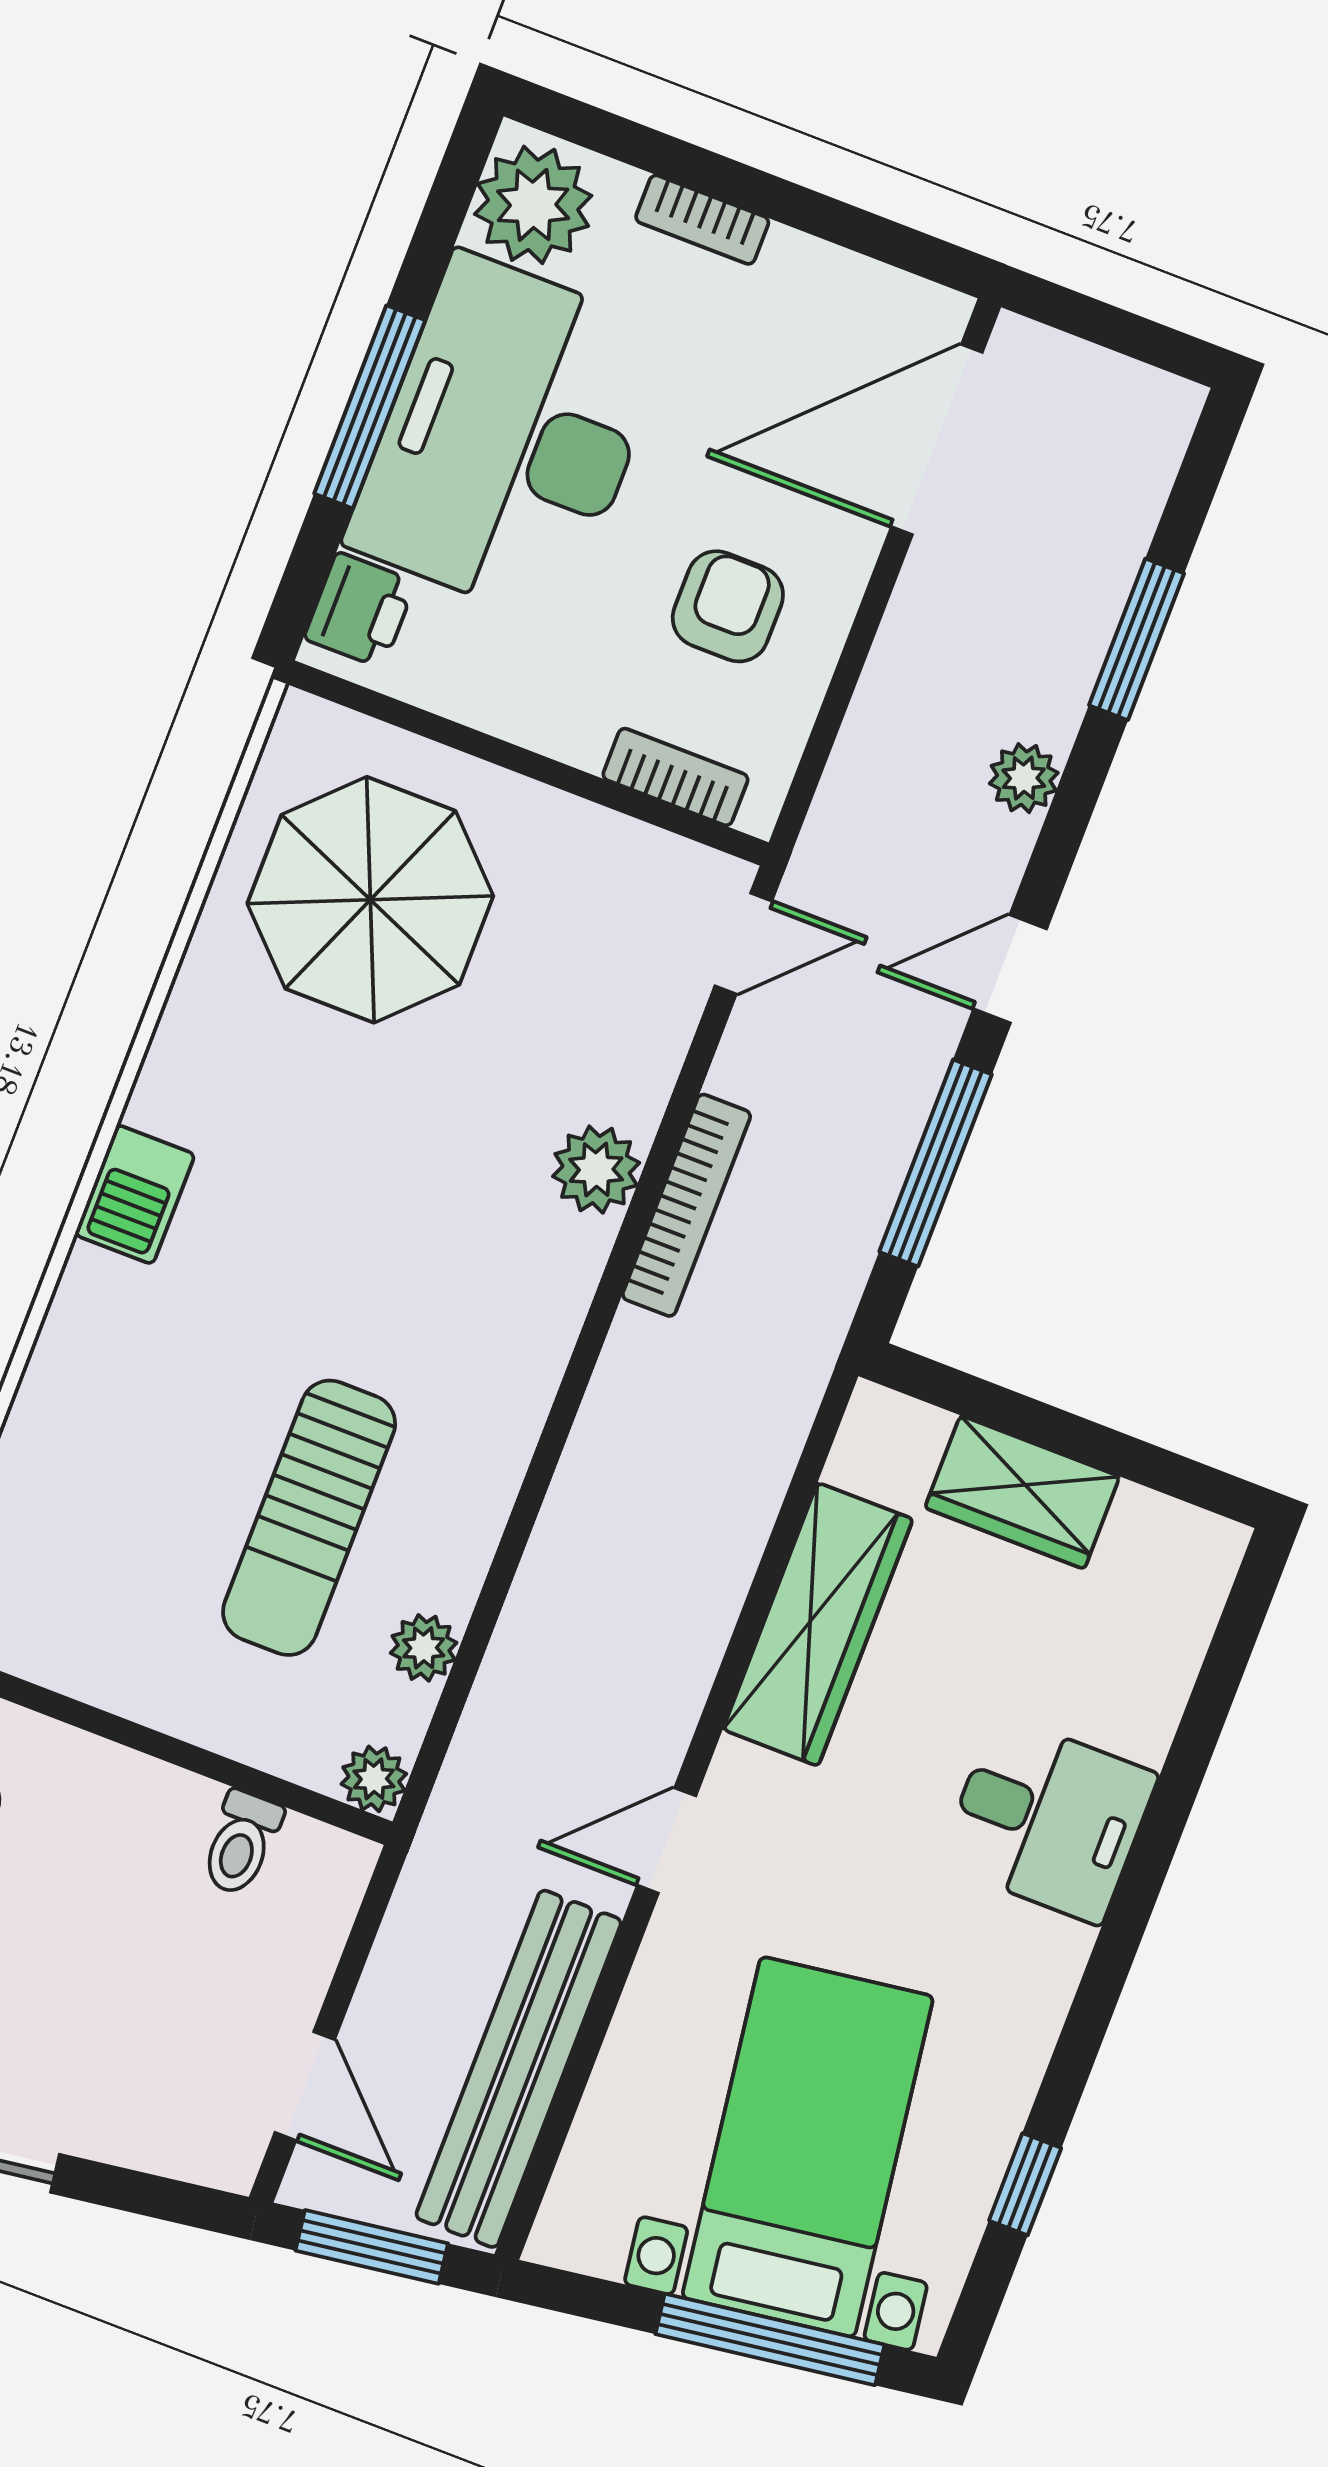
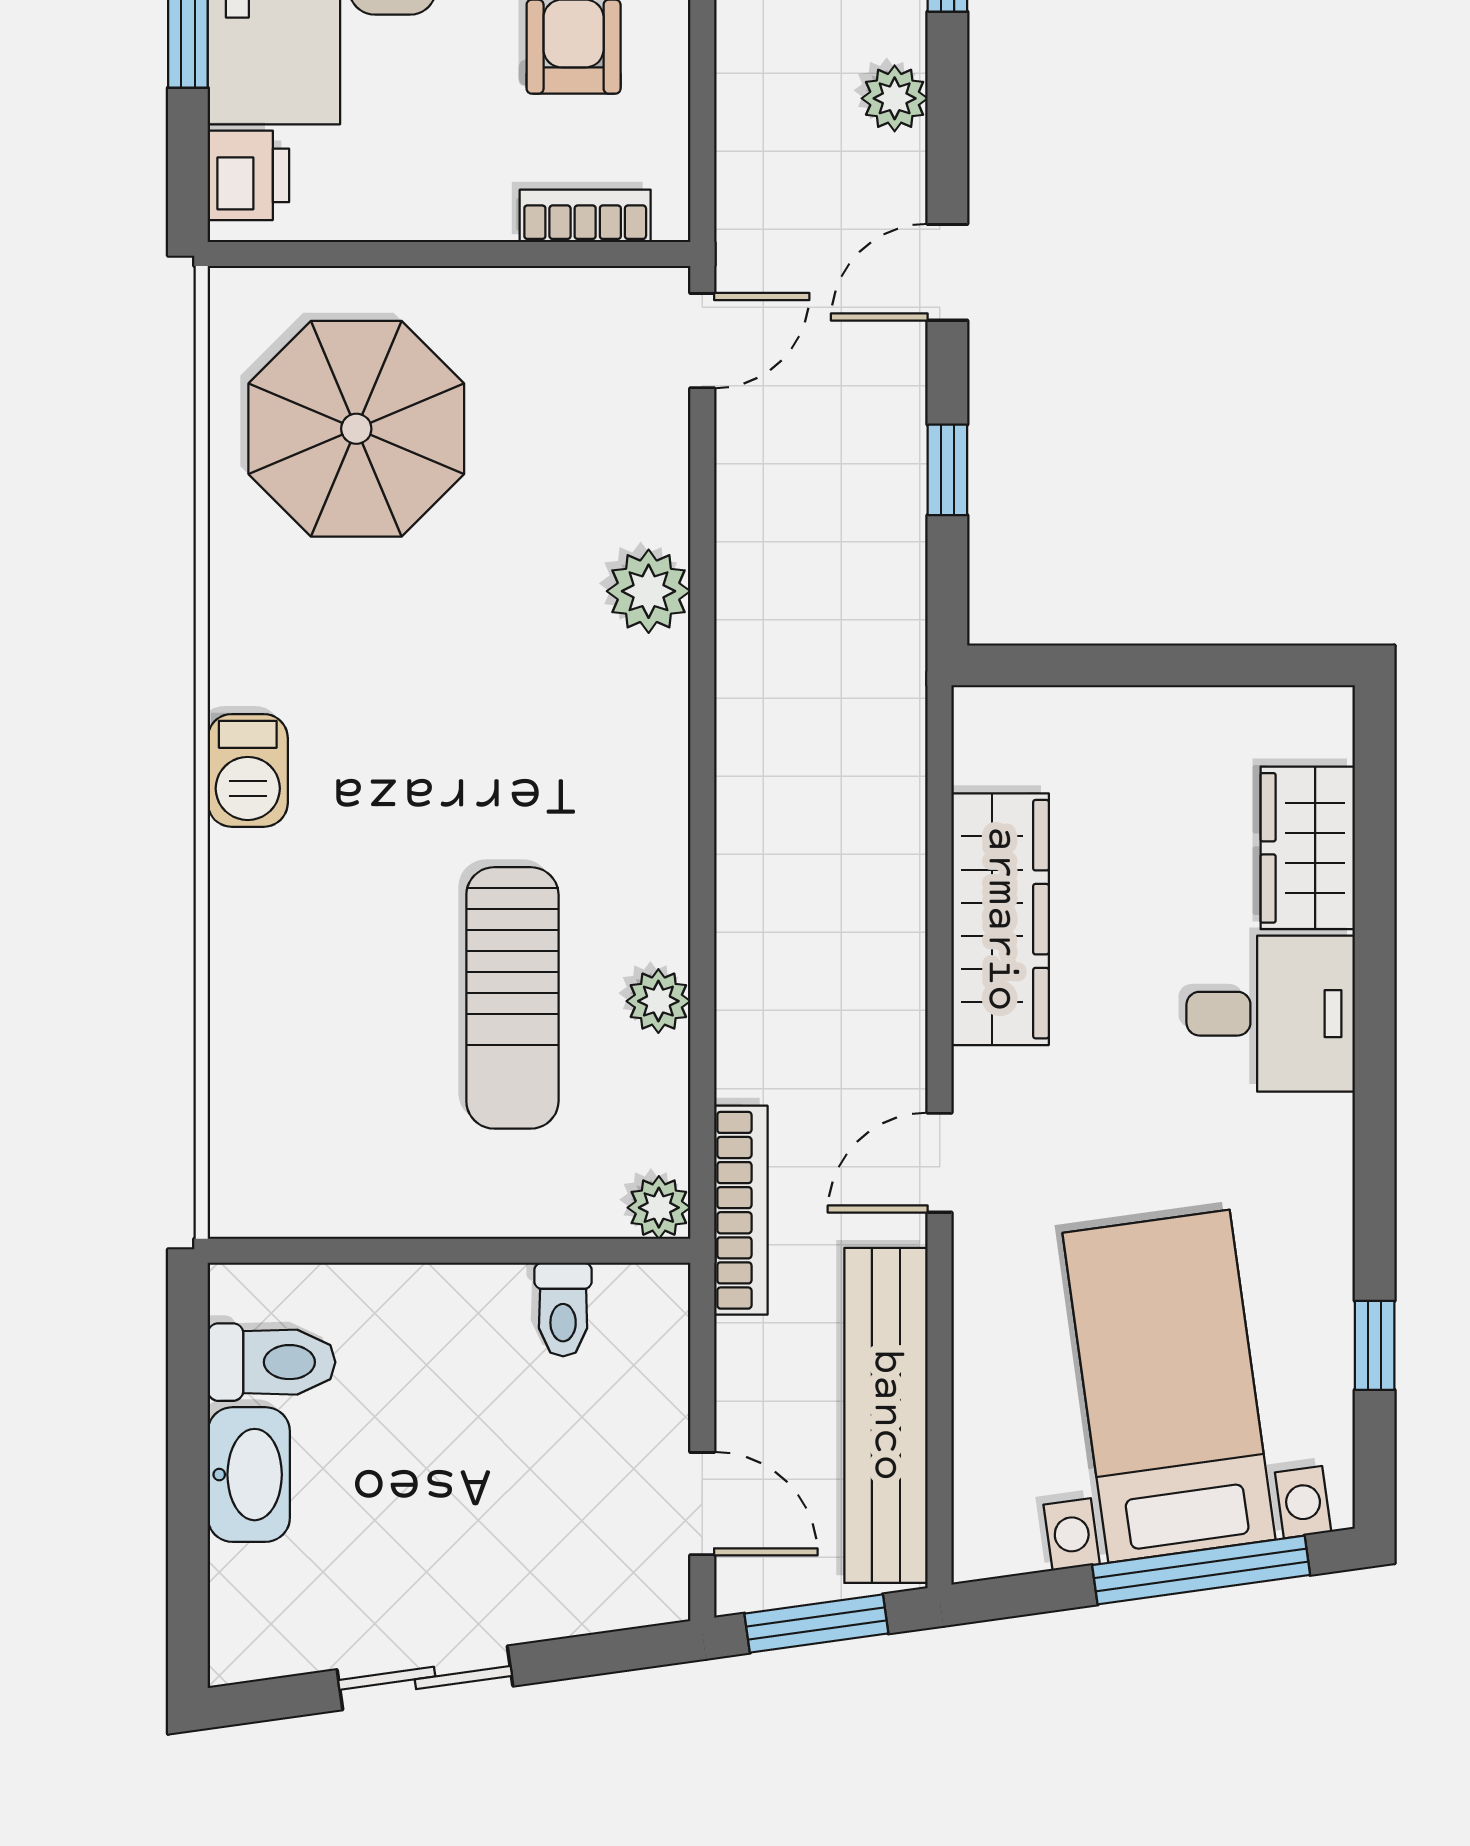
window: (936, 1163) -> (947, 470), width x0.46
bookcase: (686, 1205) -> (741, 1210), moved
wardrobe: (1022, 1492) -> (1308, 848), moved, turned 90
plant: (424, 1648) -> (658, 1001), moved

